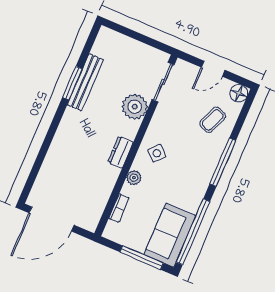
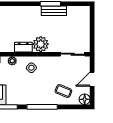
door: (213, 69) -> (92, 79), hinge flipped
bench: (85, 82) -> (54, 11), width x0.73
plant: (135, 107) -> (41, 44), moved

